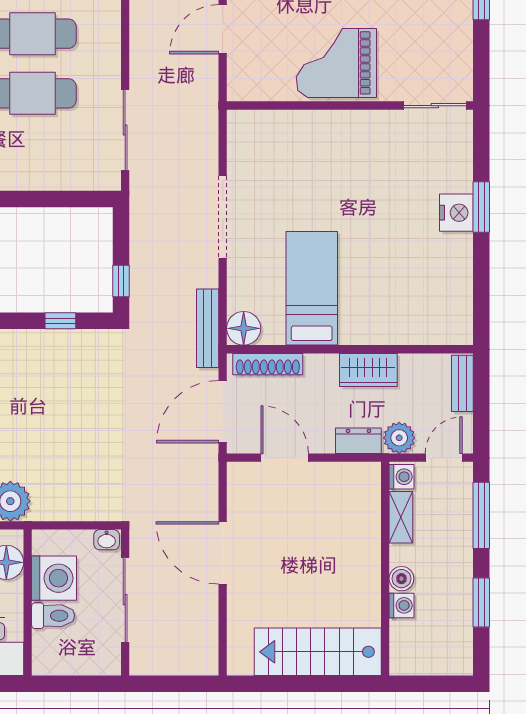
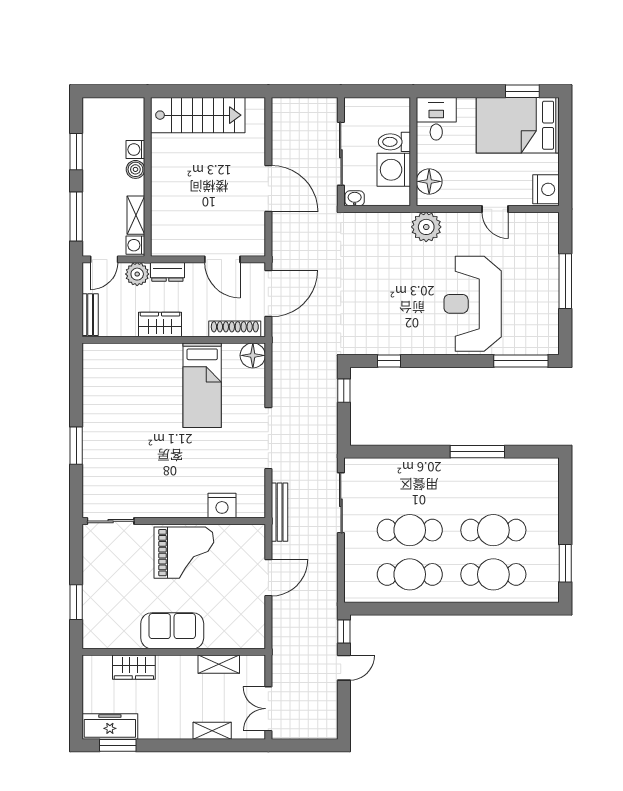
nightstand: (456, 213) -> (222, 505), moved, turned -90
bench: (208, 328) -> (280, 512), moved

